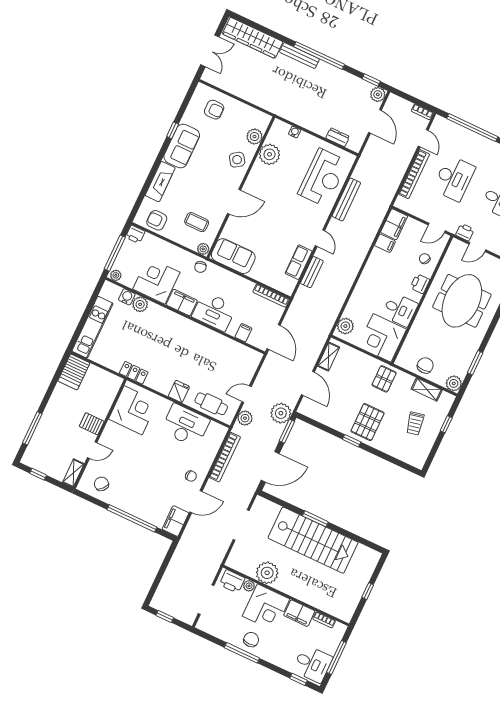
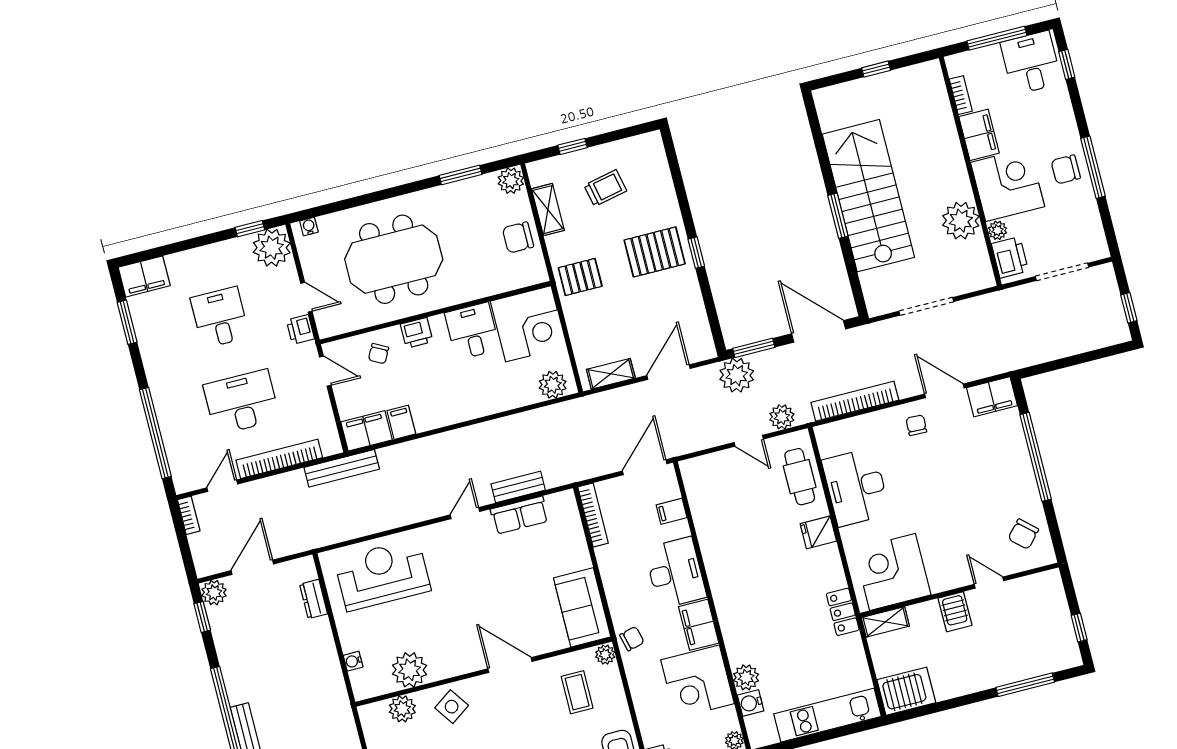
bench: (346, 199) -> (342, 468), moved
shelving: (73, 473) -> (885, 622), moved

